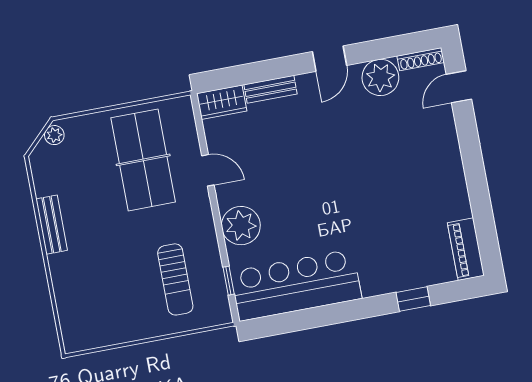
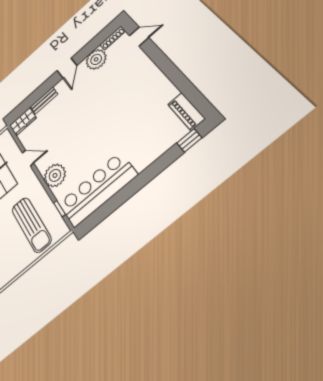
door: (459, 87) -> (139, 37), swing flipped
sun lounger: (175, 279) -> (31, 225), width x1.36, depth x1.34
window: (413, 299) -> (189, 140), moved

